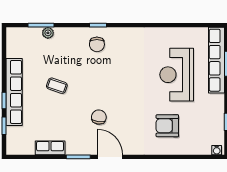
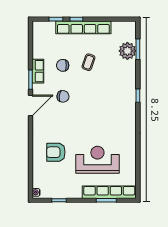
plant: (48, 33) -> (127, 51), width x1.87, depth x1.87
chair: (97, 44) -> (63, 65), moved
armchair: (167, 126) -> (56, 152), turned -90
row of seats: (50, 148) -> (38, 71), moved

